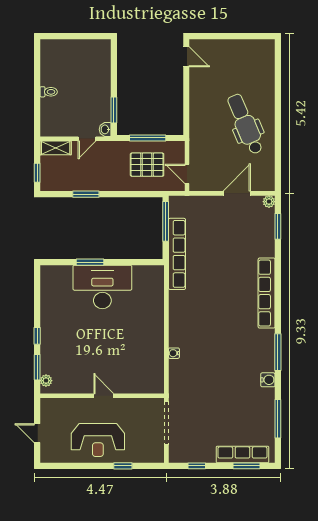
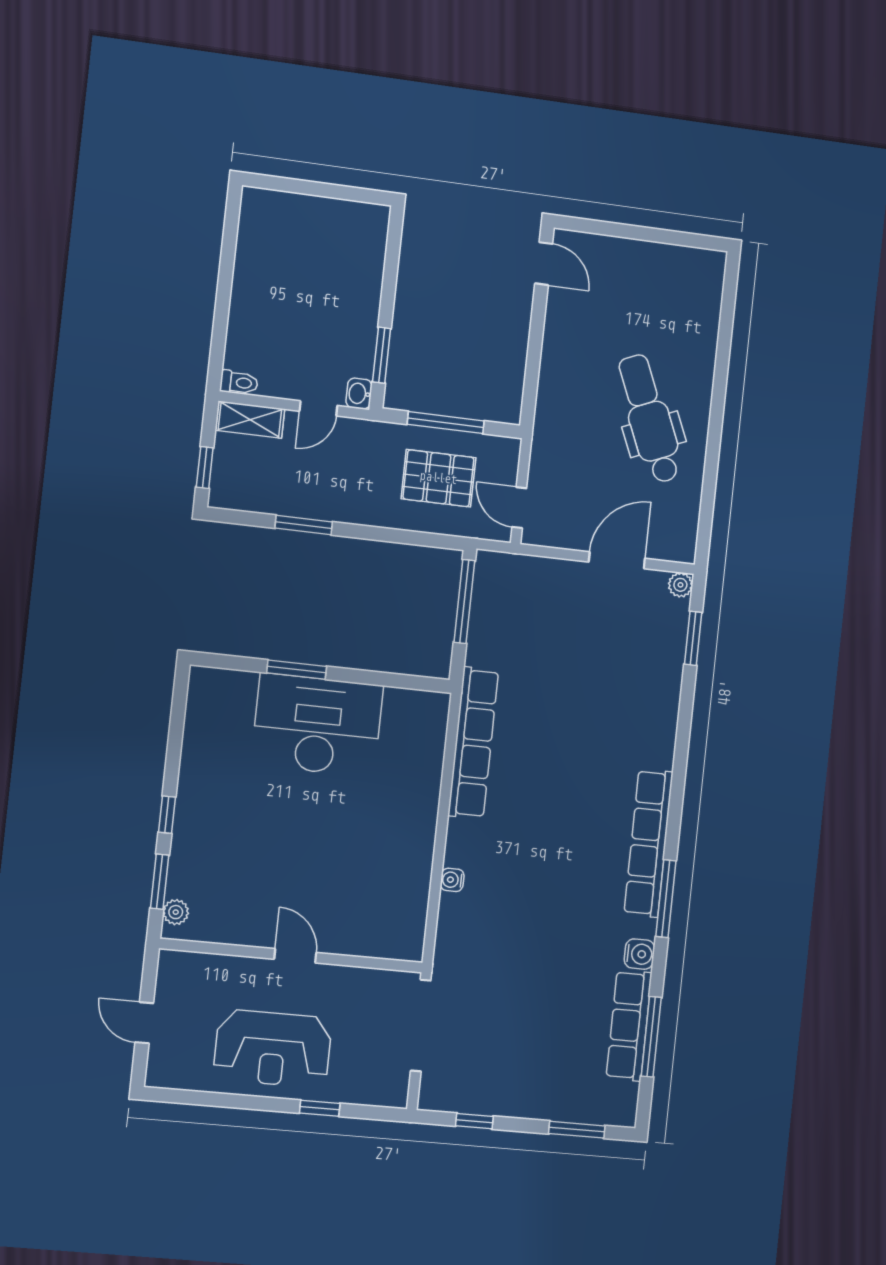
toilet: (49, 92) -> (239, 382), moved
row of seats: (177, 254) -> (473, 743), moved
row of seats: (267, 293) -> (648, 843), moved
row of seats: (242, 454) -> (629, 1026), moved, turned -90

